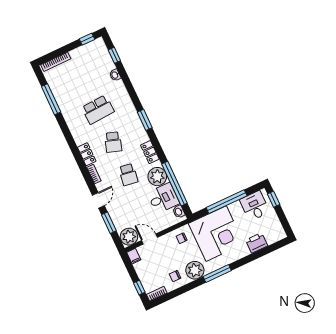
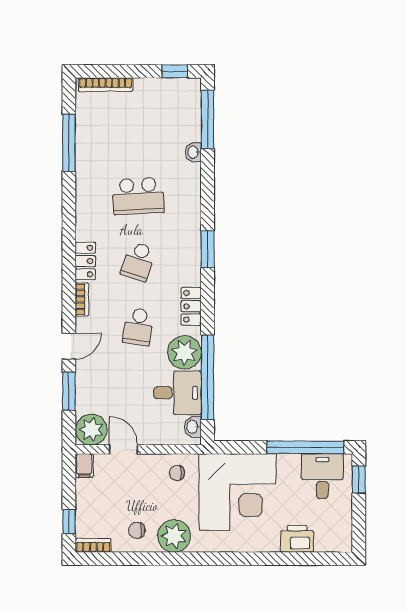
window: (114, 55) -> (208, 119), width x2.17
window: (227, 202) -> (305, 447), moved
window: (217, 273) -> (209, 559), removed

